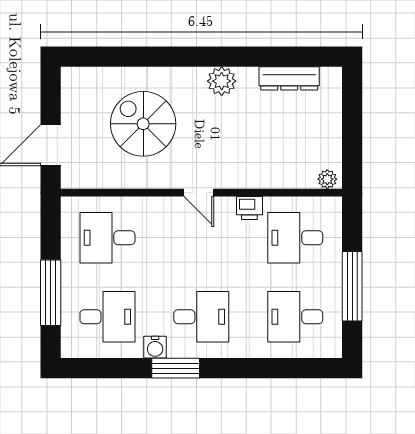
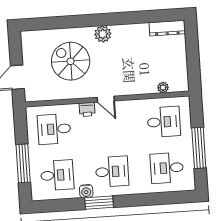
dresser: (289, 78) -> (167, 28), moved
plant: (222, 81) -> (103, 34), moved
plant: (327, 179) -> (163, 88), moved
printer: (249, 208) -> (87, 109), moved
desk: (295, 238) -> (164, 122), turned 180

